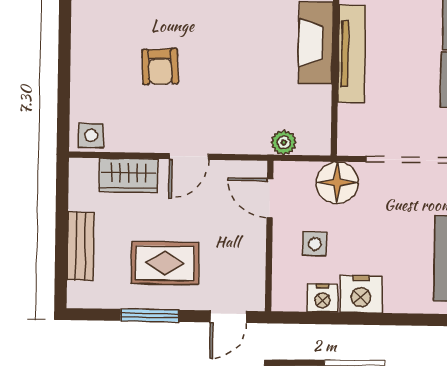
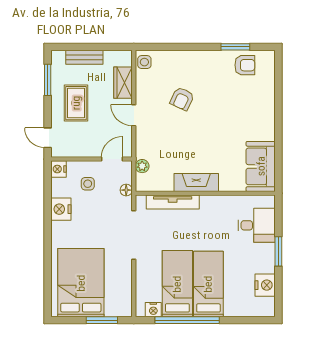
tv unit: (352, 54) -> (173, 202), moved
armchair: (160, 67) -> (182, 99), turned -62
floor lamp: (337, 183) -> (126, 190), width x0.53, depth x0.53
nightstand: (323, 298) -> (58, 169), moved
window: (150, 315) -> (48, 80), moved

